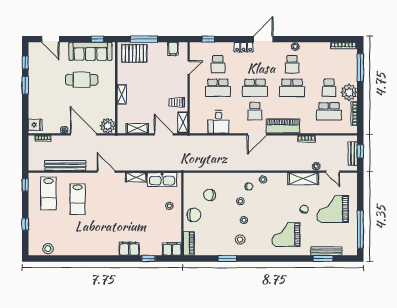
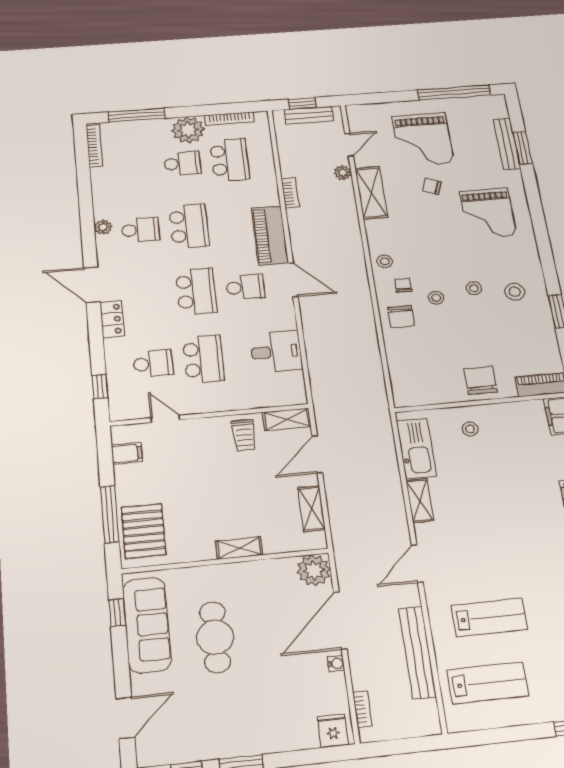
window: (25, 185) -> (477, 738), removed
chair: (209, 195) -> (401, 317), moved

